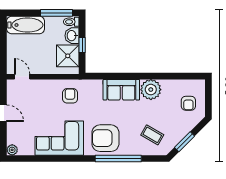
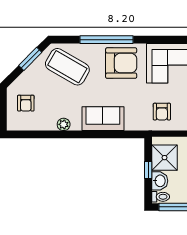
plant: (151, 90) -> (64, 124), width x0.53, depth x0.53
armchair: (188, 103) -> (26, 103), turned 180
coffee table: (152, 135) -> (67, 67), width x1.86, depth x1.72

